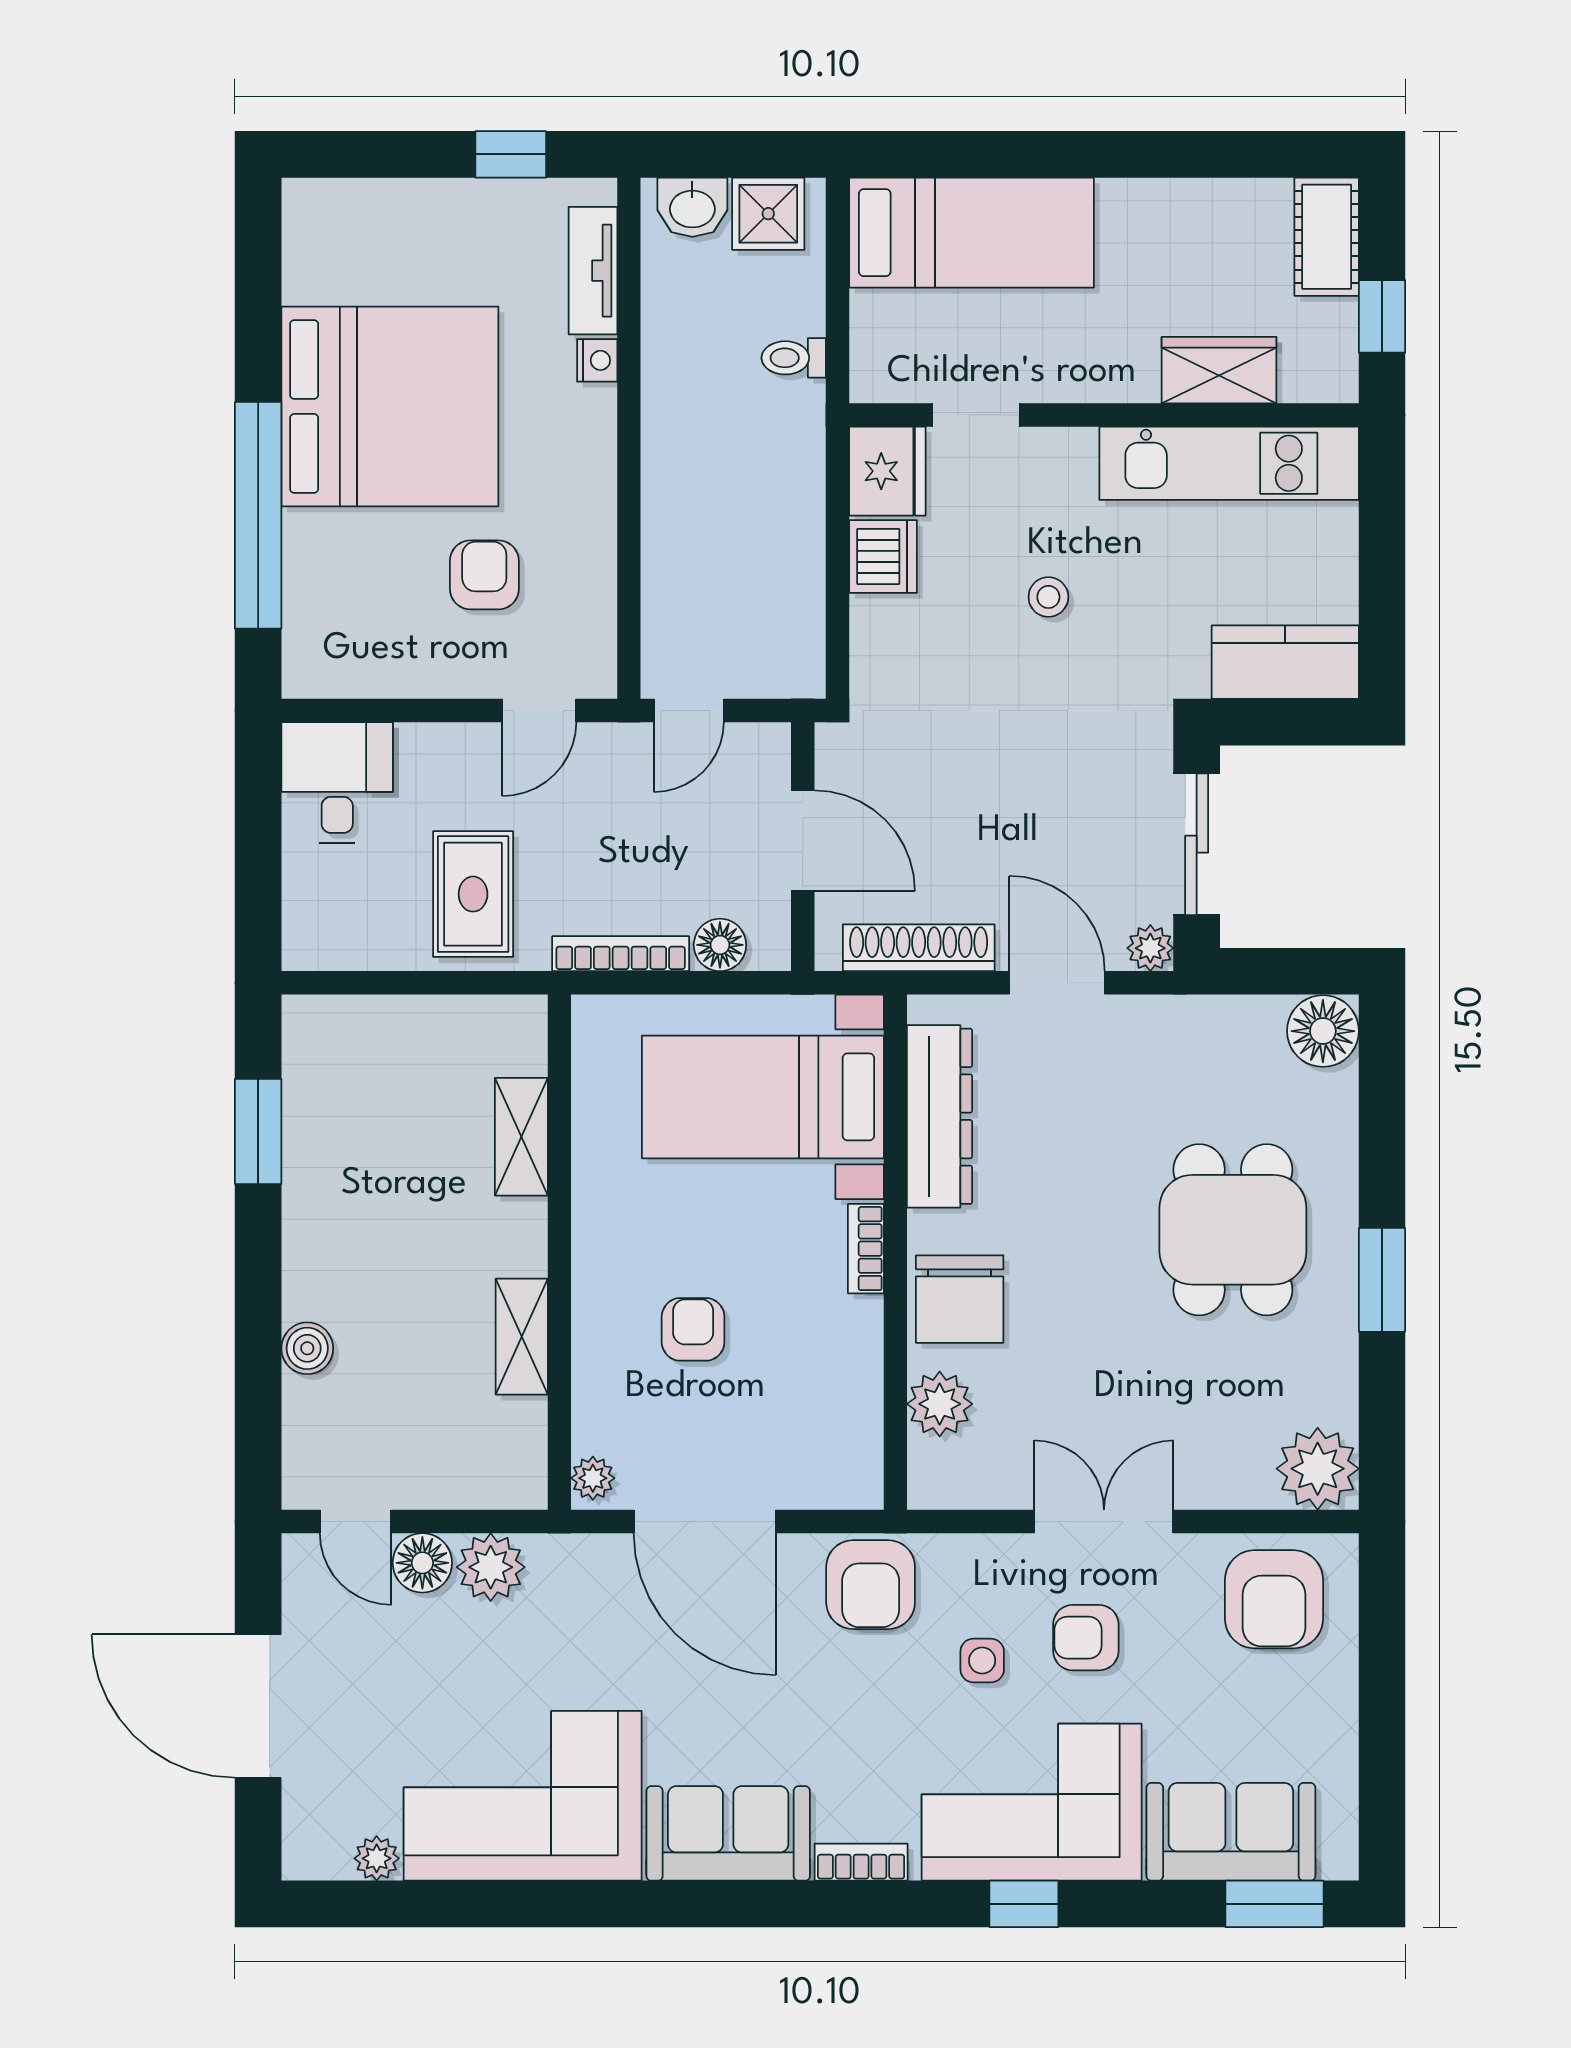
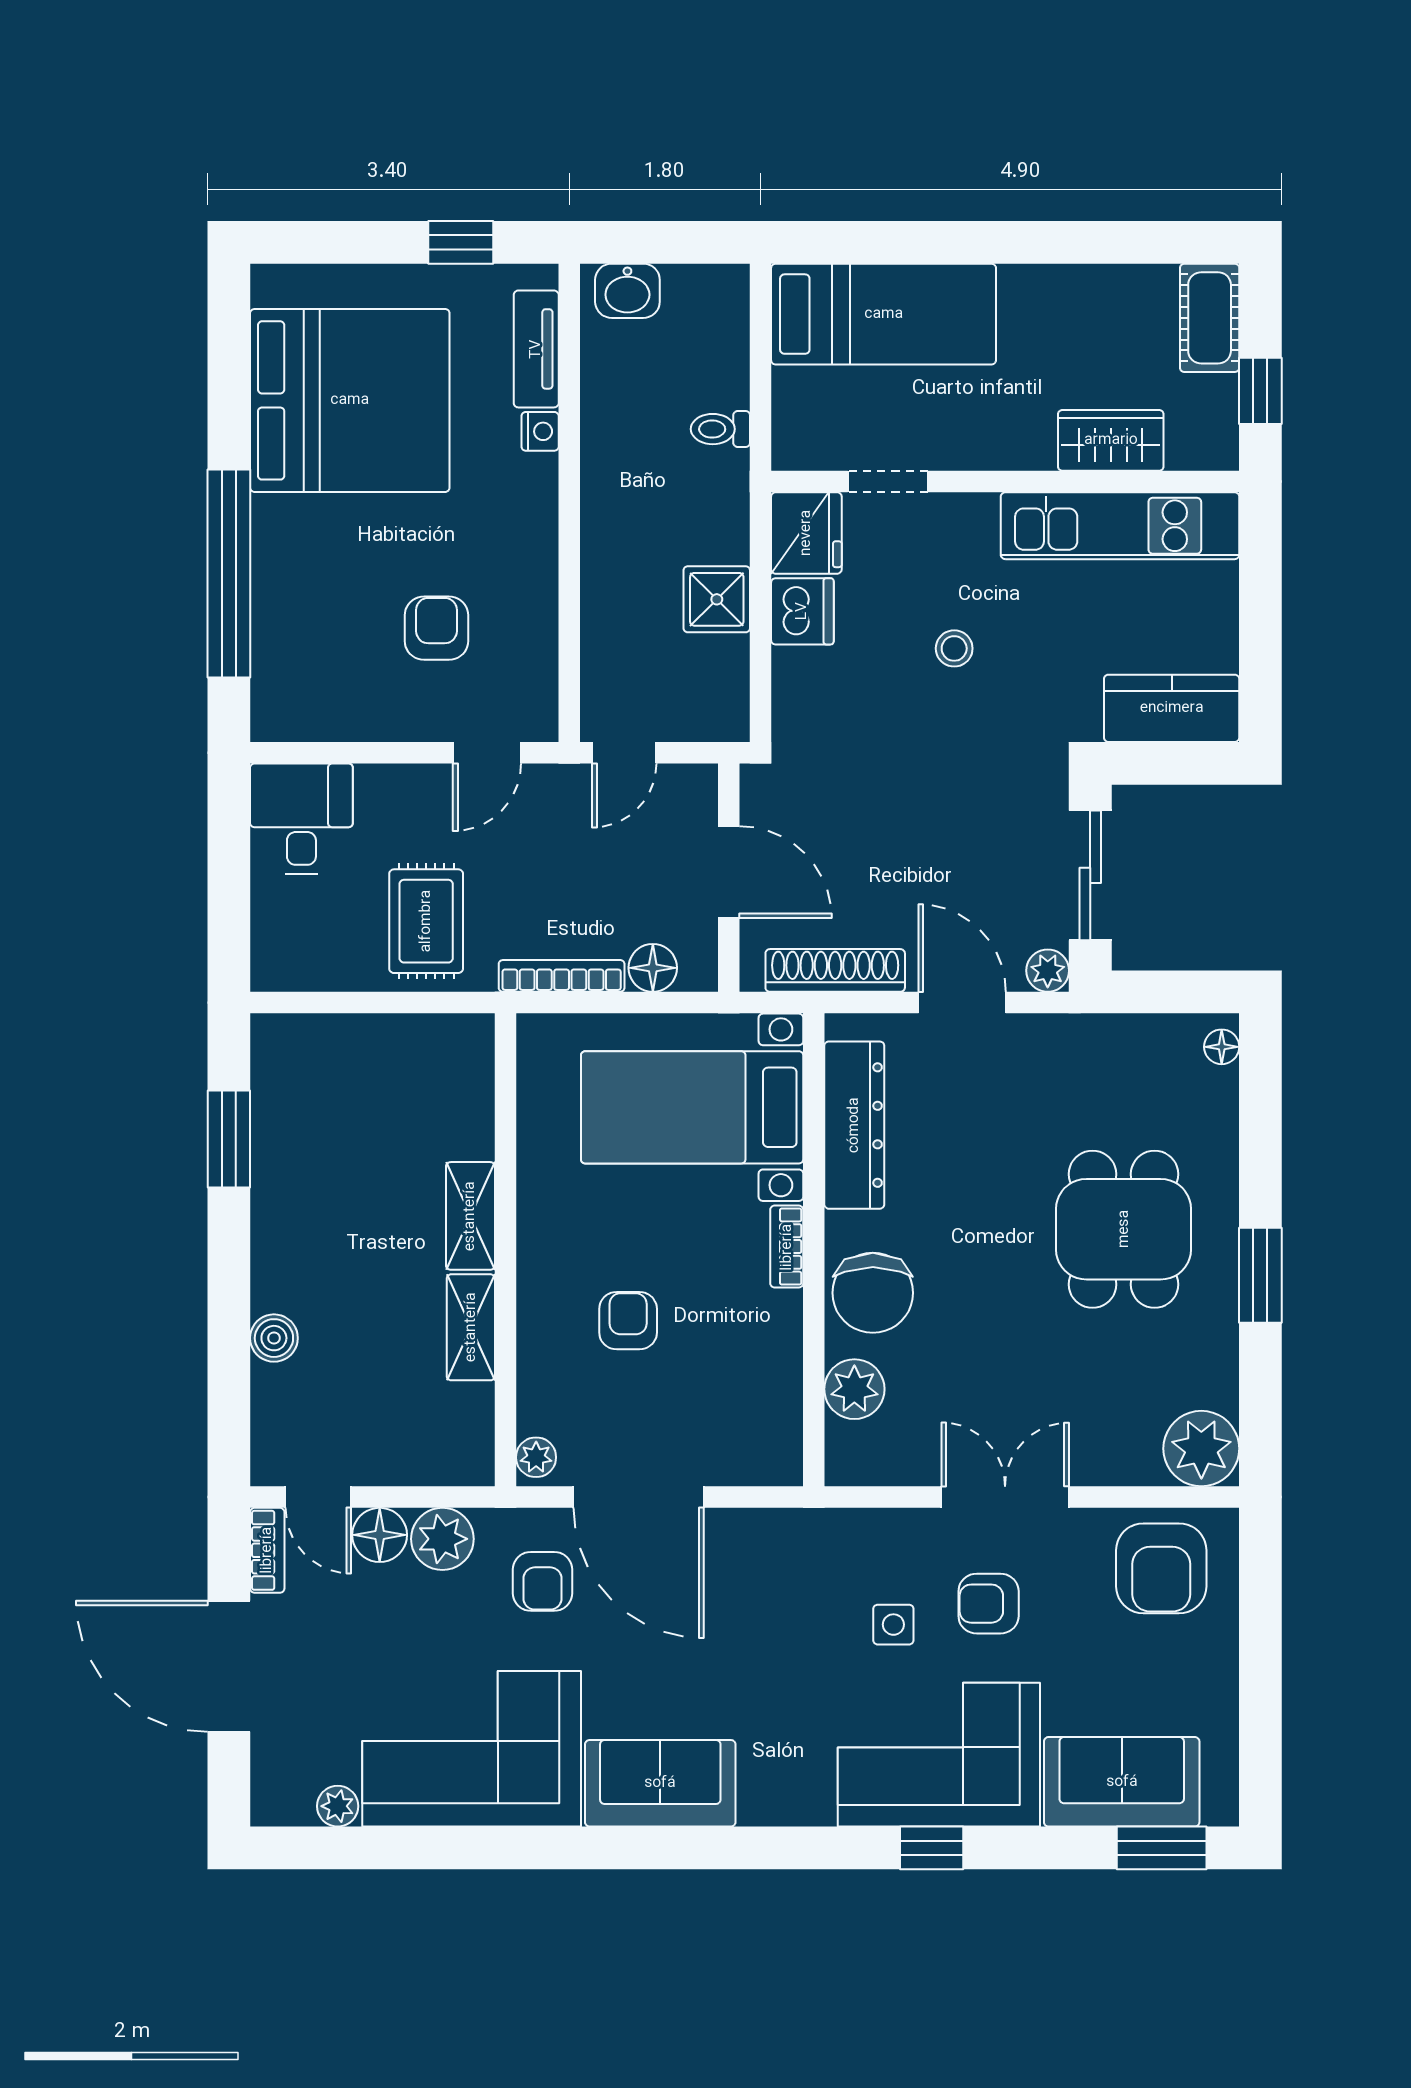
shower: (768, 214) -> (717, 599), moved
bed: (390, 406) -> (350, 400), moved
floor lamp: (1323, 1031) -> (1222, 1047), width x0.53, depth x0.53
shelving: (521, 1137) -> (470, 1216), moved
armchair: (871, 1585) -> (542, 1581), moved, width x0.72, depth x0.72
bookcase: (861, 1862) -> (267, 1550), moved, turned 90

